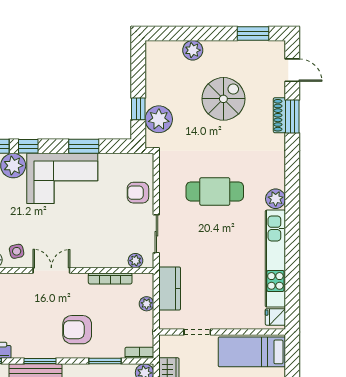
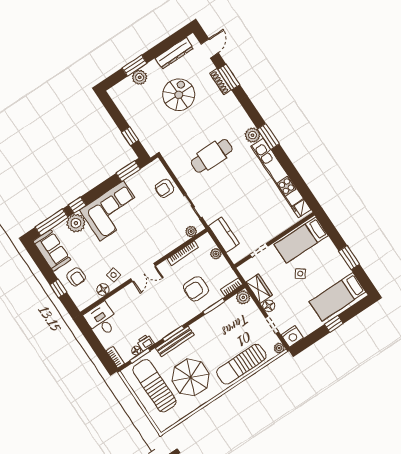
window: (253, 33) -> (134, 66), moved
dresser: (249, 49) -> (174, 53), added
door: (292, 70) -> (210, 48), hinge flipped
plant: (159, 119) -> (147, 134), removed
window: (84, 146) -> (128, 171), moved
window: (292, 212) -> (268, 136), added
double door: (51, 270) -> (143, 272), swing flipped
armchair: (77, 330) -> (196, 289), moved

